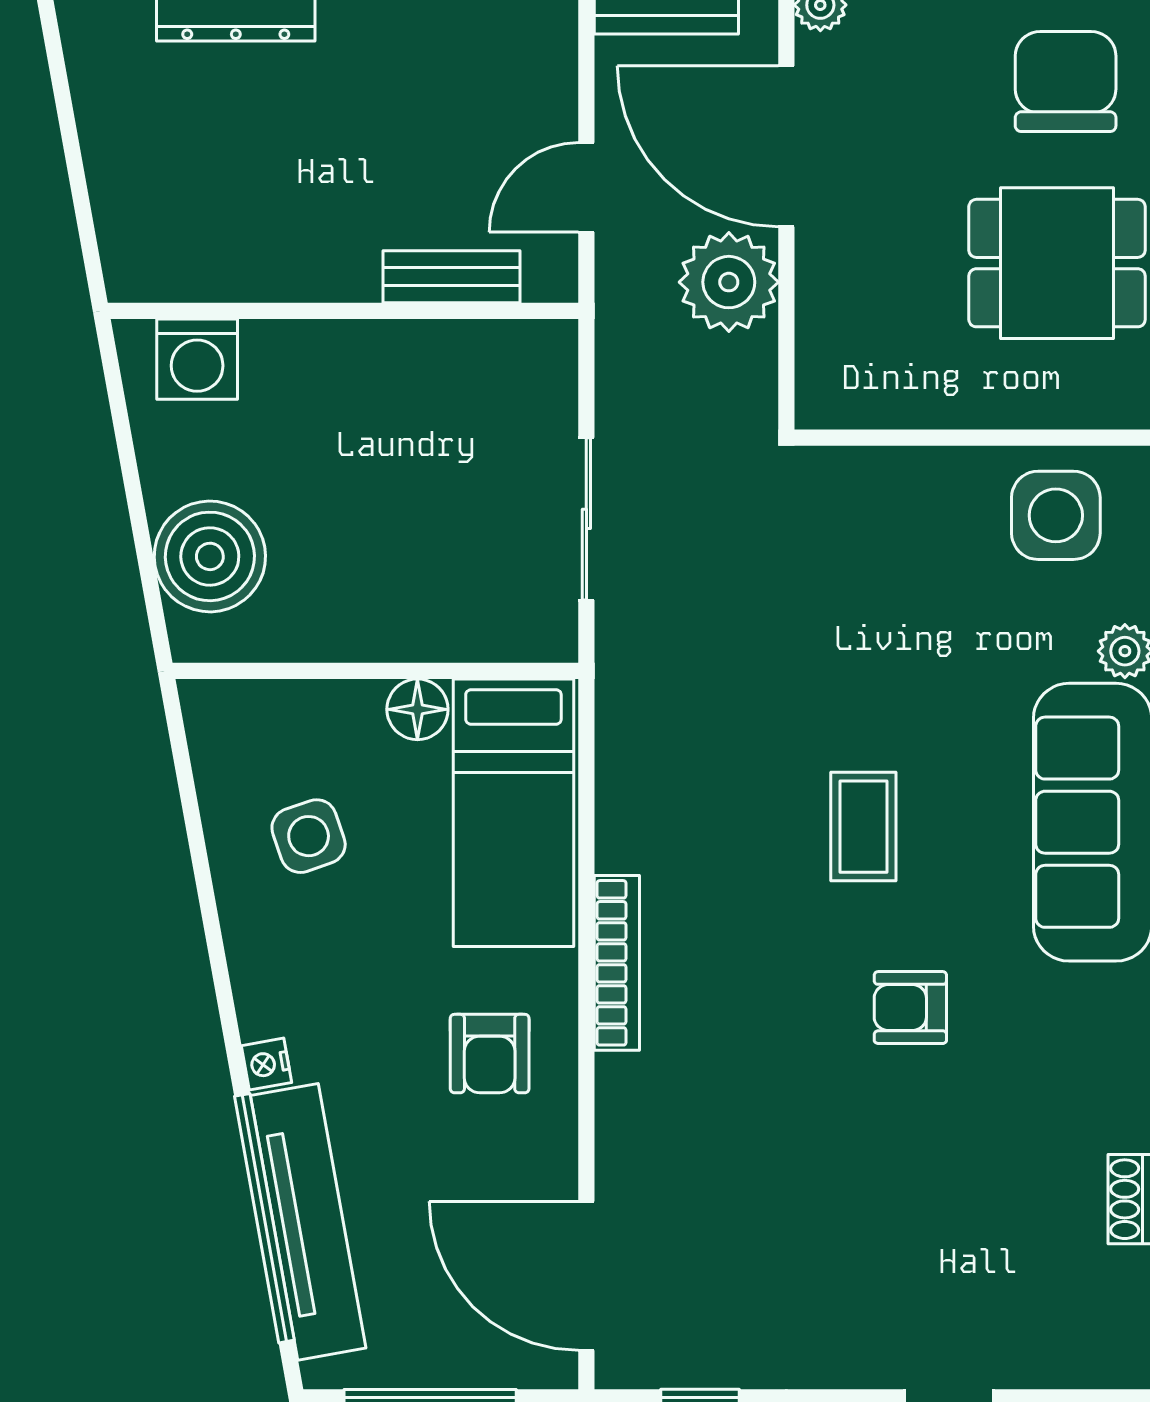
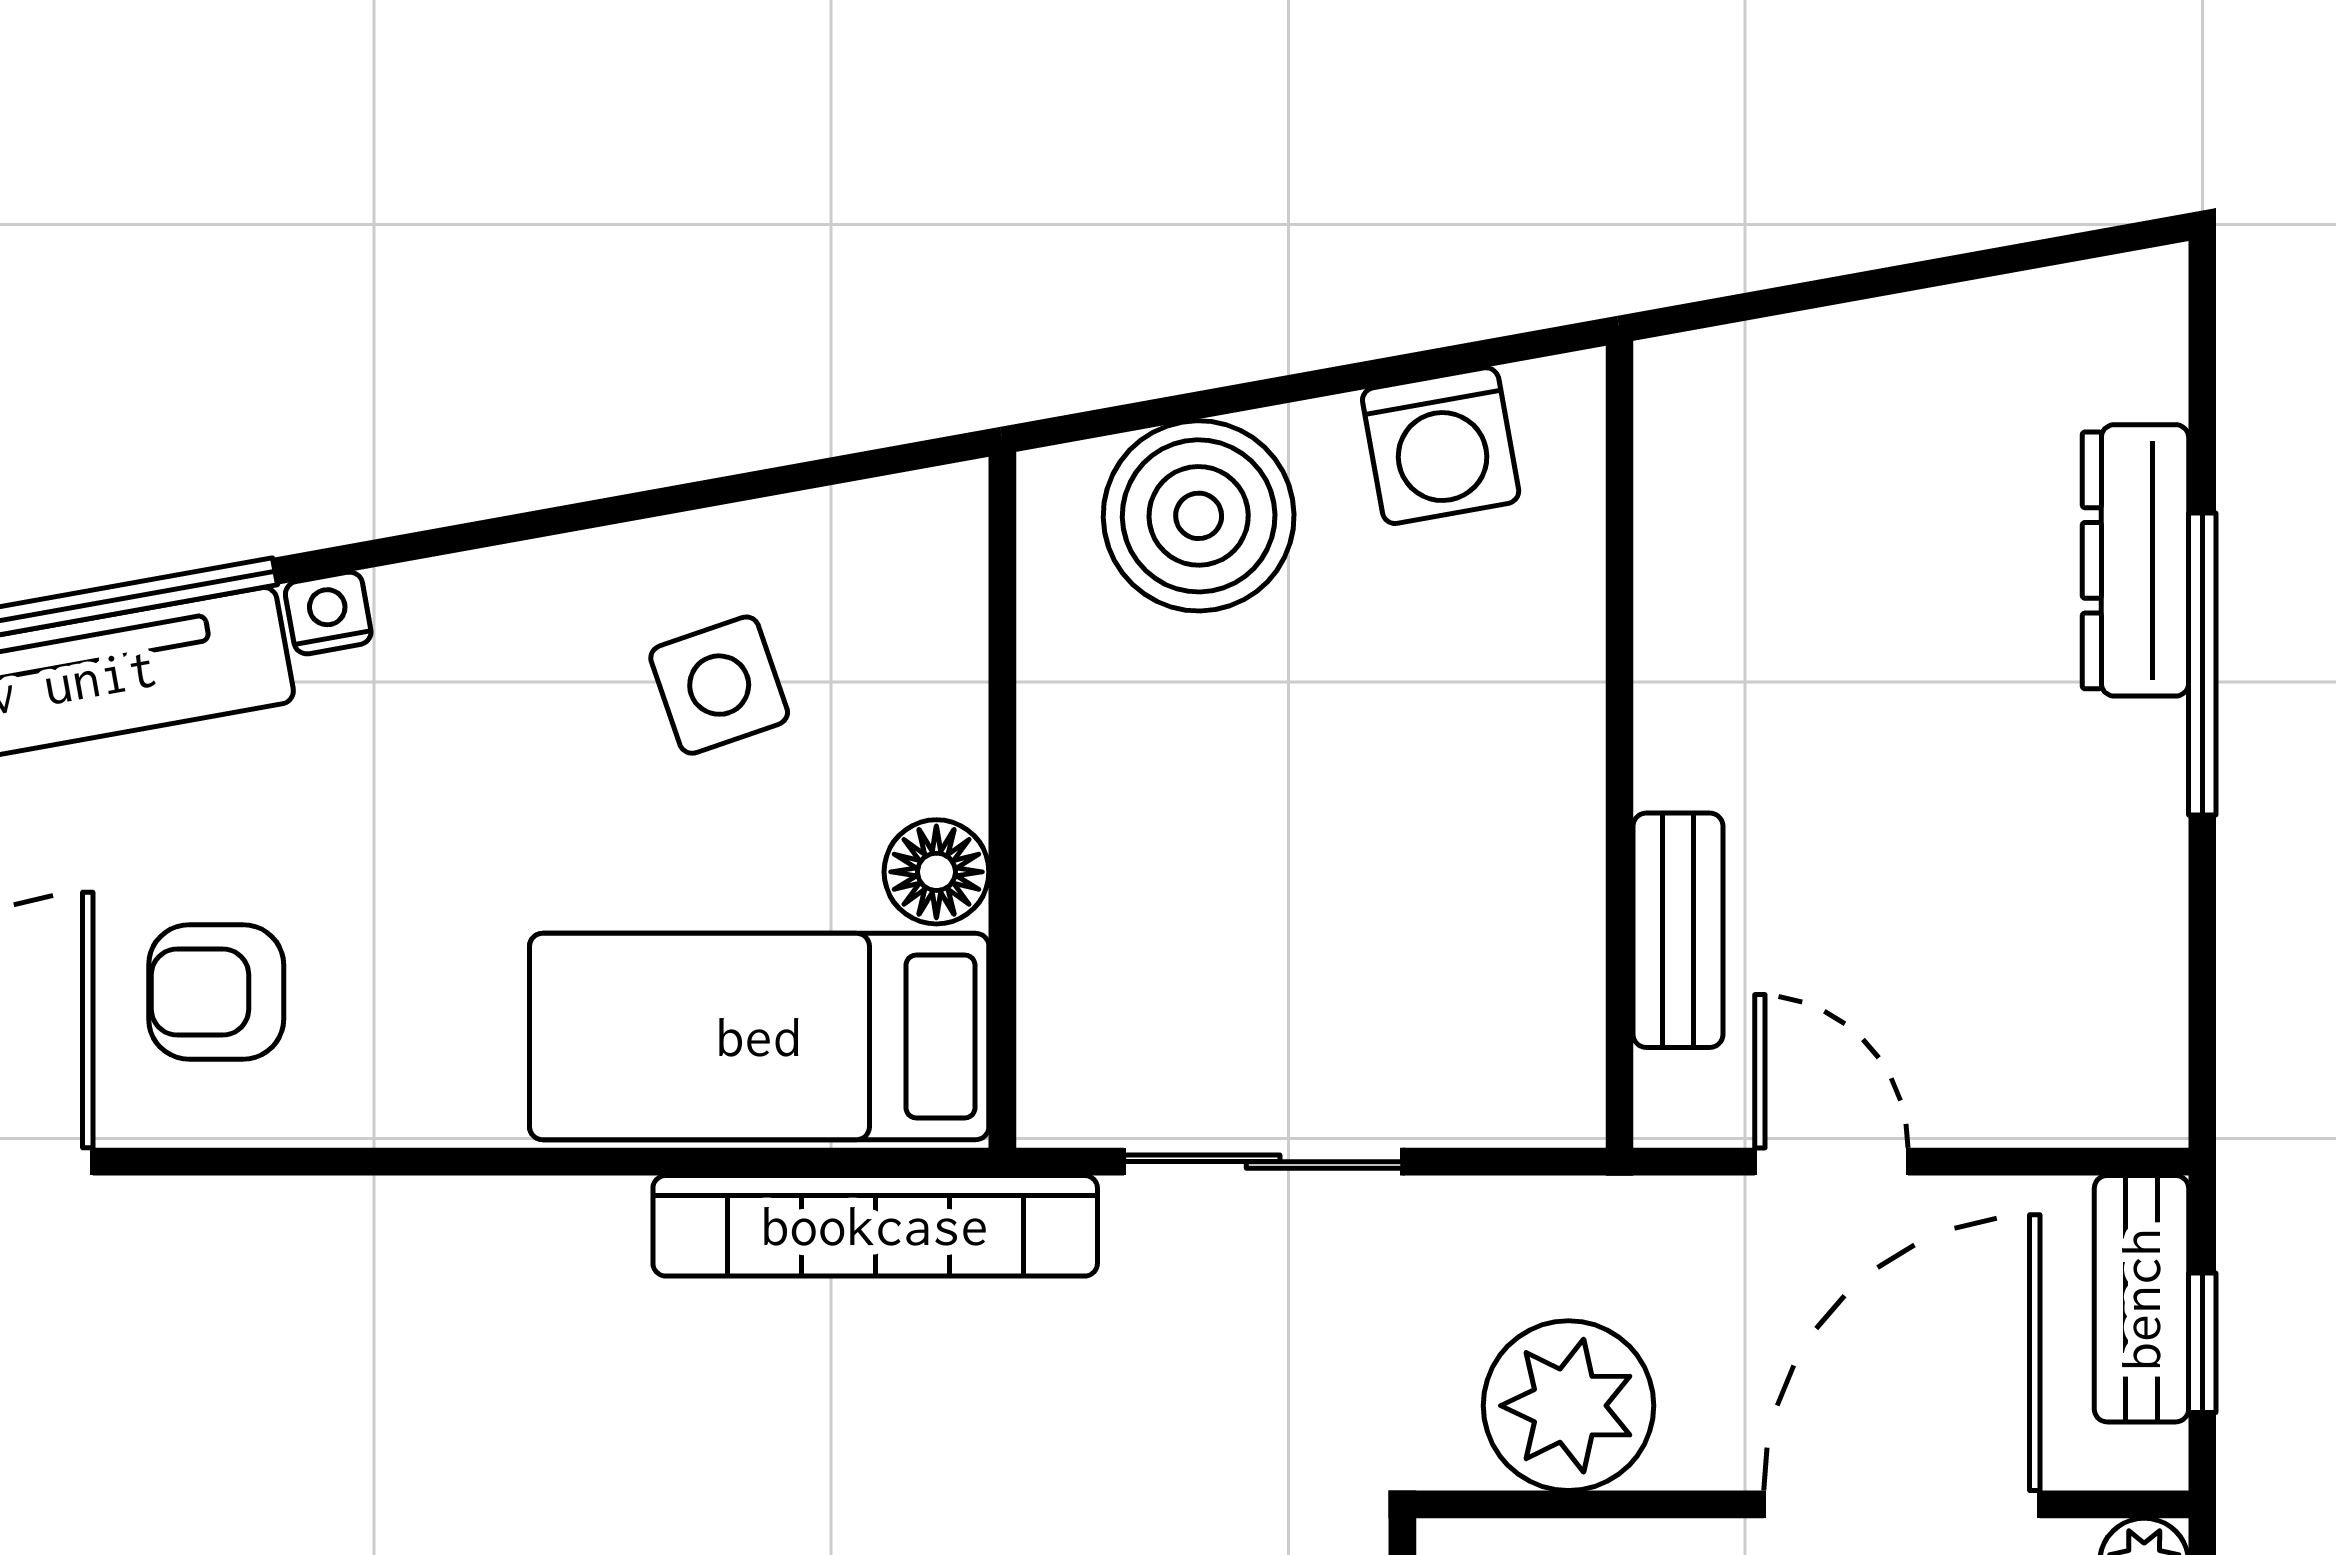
plant: (729, 282) -> (1568, 1406), moved
washing machine: (197, 359) -> (1441, 446), moved, turned -100
bookcase: (617, 963) -> (875, 1226), moved, width x1.48, depth x1.31
armchair: (490, 1054) -> (216, 992), moved

